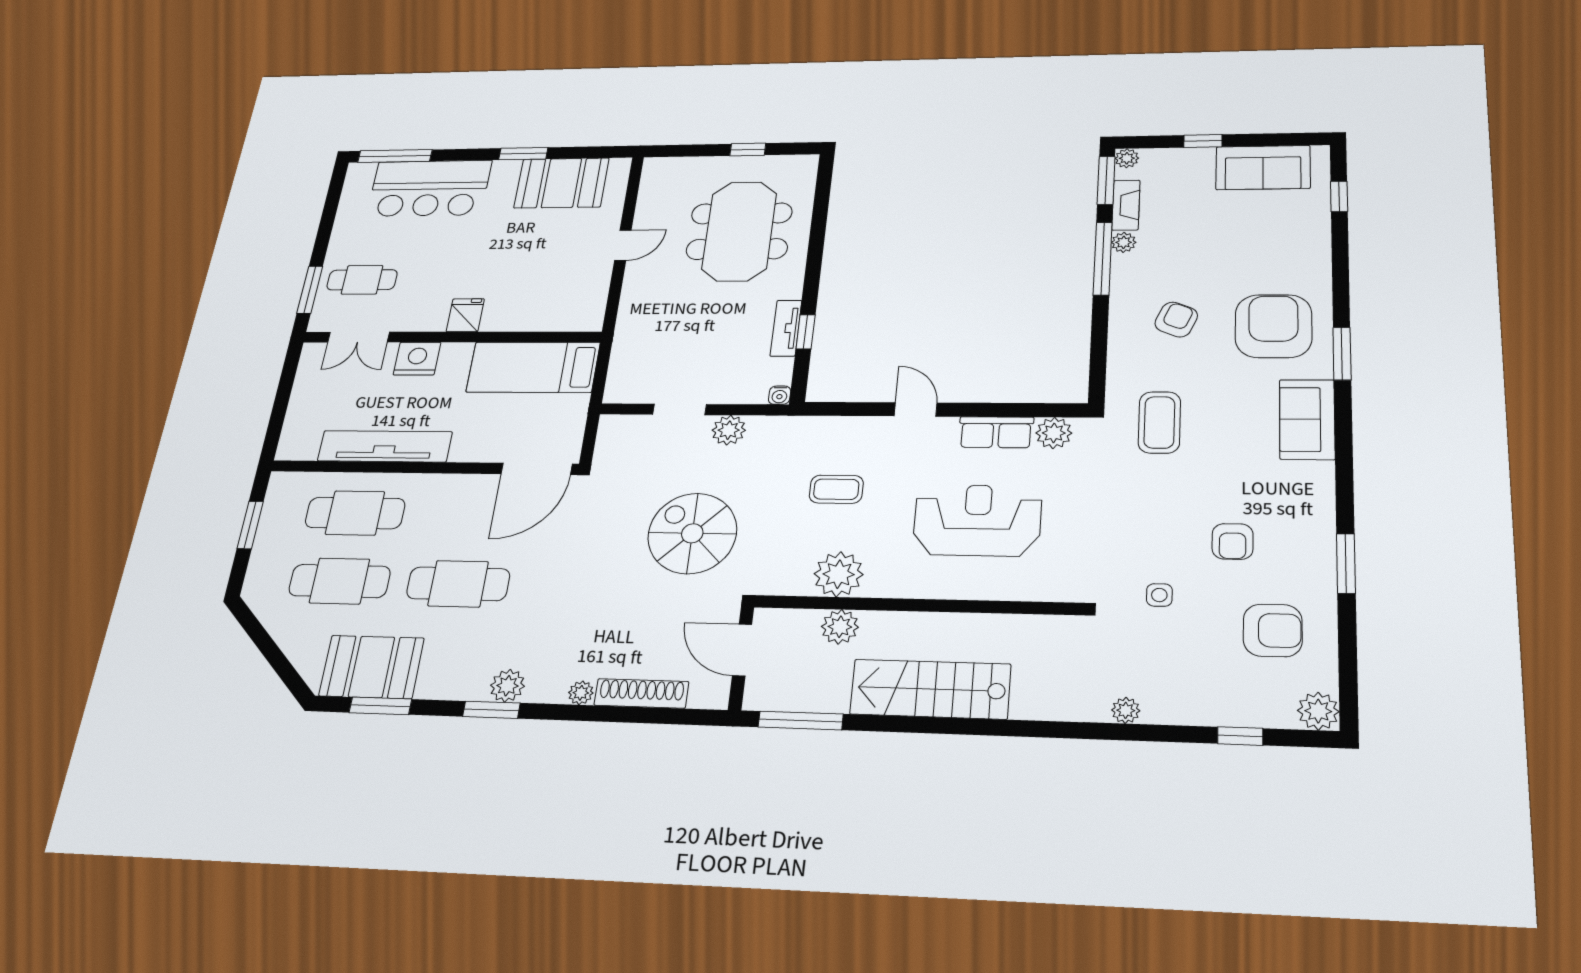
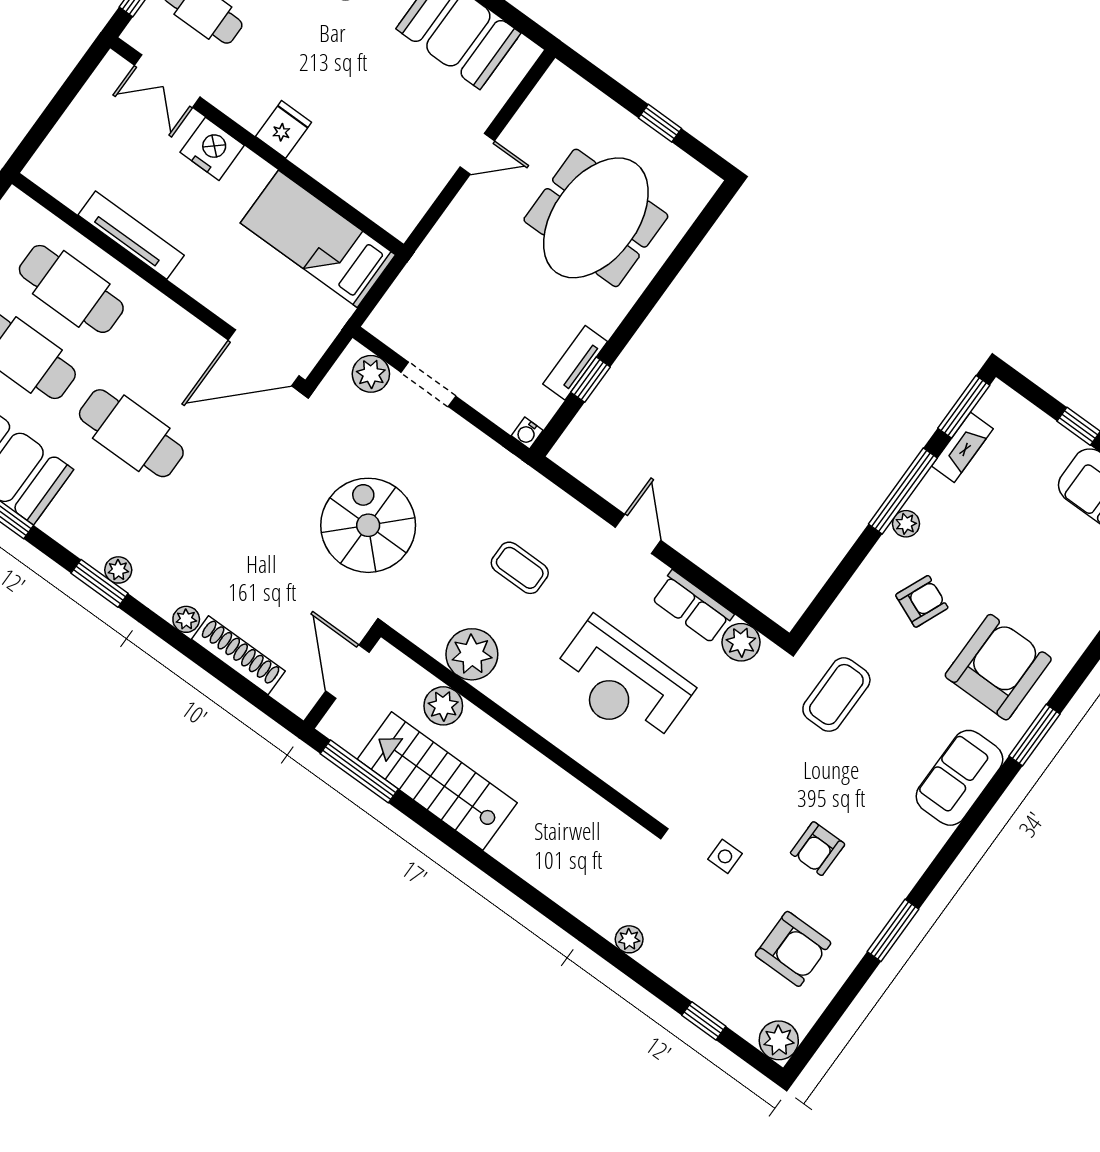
plant: (1127, 158) -> (999, 395), removed
plant: (1124, 242) -> (906, 524), moved
plant: (729, 430) -> (371, 374), moved
tv unit: (385, 446) -> (131, 235), width x0.73, depth x0.78
reception desk: (977, 520) -> (621, 683), turned 180
plant: (507, 686) -> (118, 570), width x0.73, depth x0.73
stairs: (930, 689) -> (437, 781), moved

